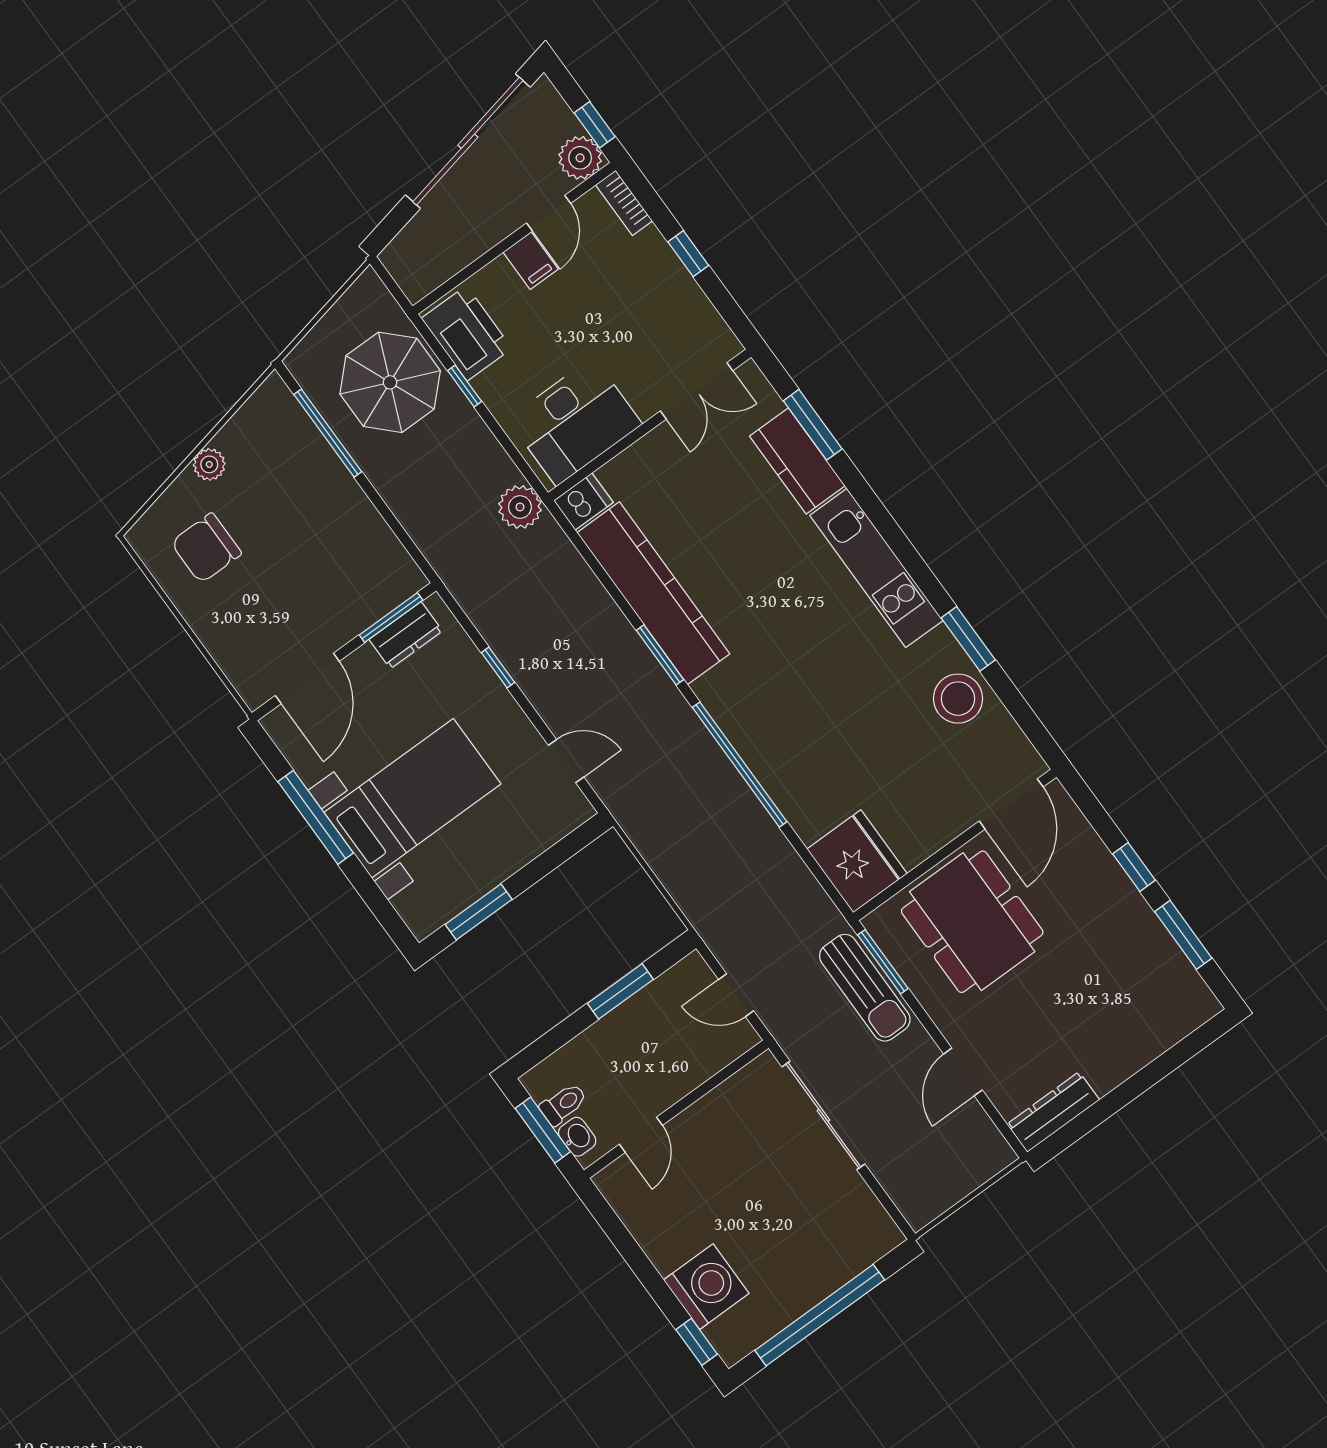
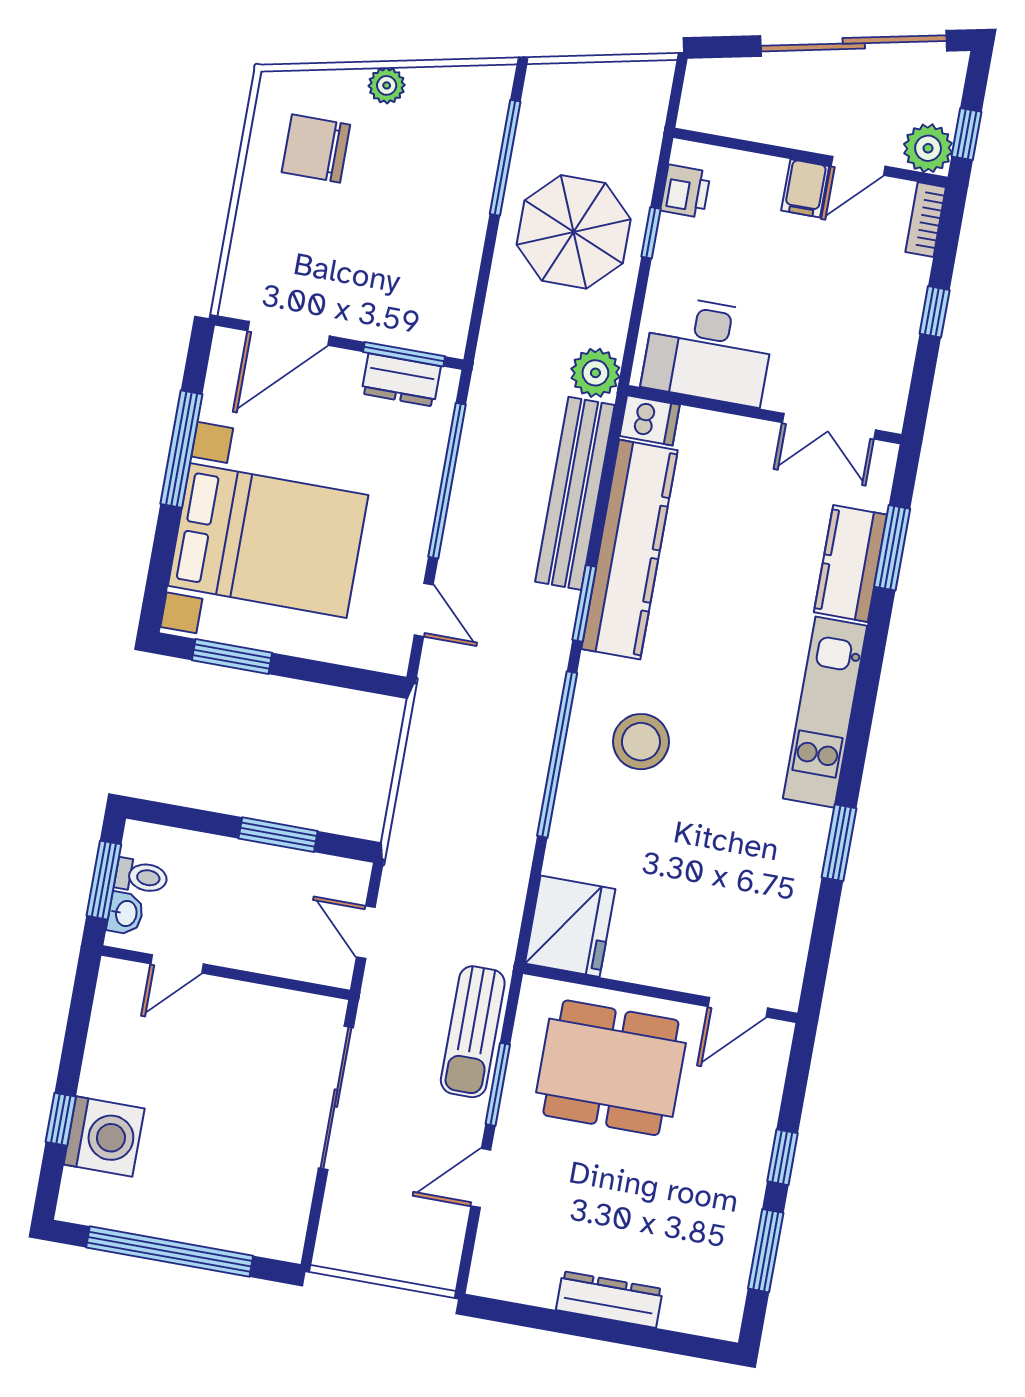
printer: (467, 333) -> (686, 191), width x0.53, depth x0.68
parasol: (390, 382) -> (574, 232), moved
bench: (584, 594) -> (575, 493), added
window: (498, 667) -> (447, 481), width x3.17
stool: (958, 699) -> (641, 742), moved
bed with nightstands: (412, 798) -> (268, 540), width x1.36
door: (1011, 804) -> (738, 1007), width x0.73
dining table: (972, 922) -> (611, 1068), turned 90
window: (883, 962) -> (498, 1084), moved
dresser: (1053, 1112) -> (609, 1299), moved
window: (697, 1342) -> (61, 1119), moved

